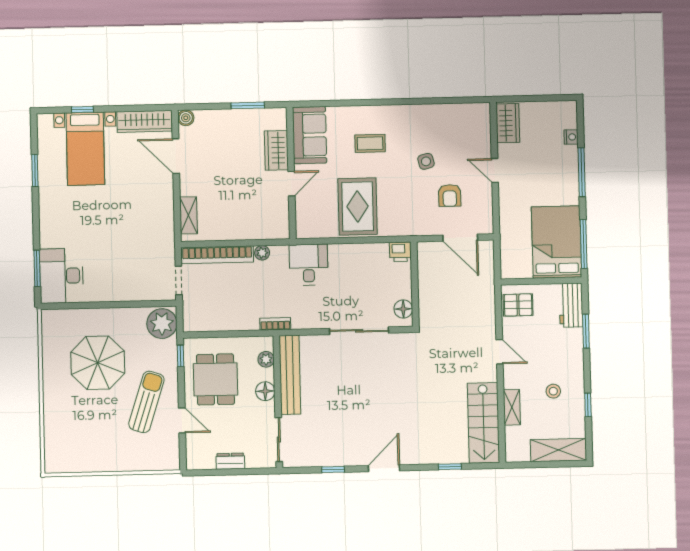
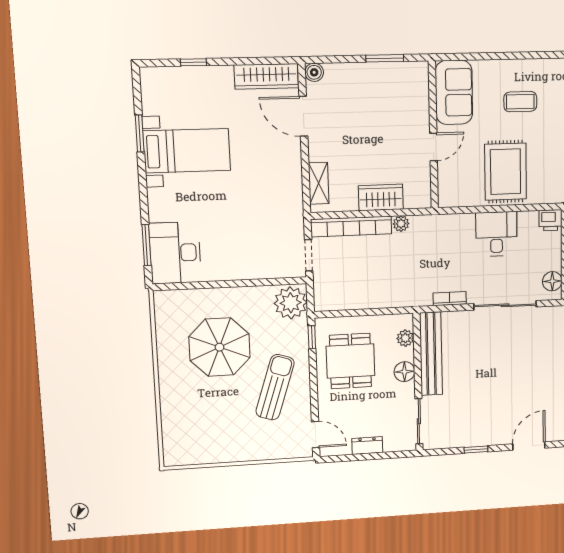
bed with nightstands: (85, 149) -> (187, 151), moved, turned -90
wardrobe: (276, 150) -> (381, 197), moved, turned 90
desk: (309, 265) -> (496, 234), moved
bookcase: (275, 324) -> (450, 299), moved
door: (182, 420) -> (316, 435), moved

